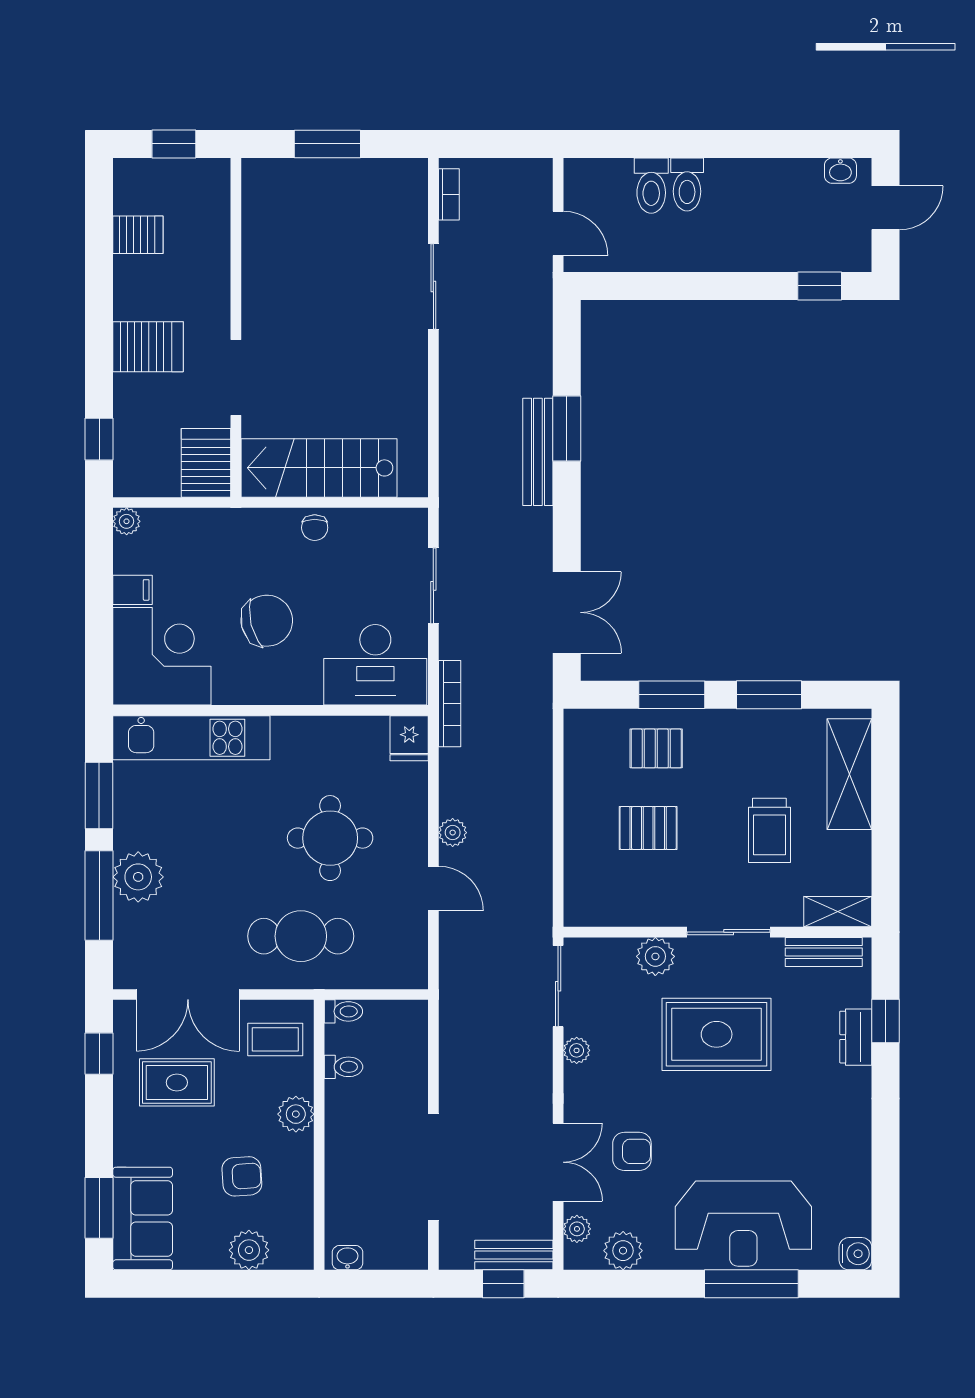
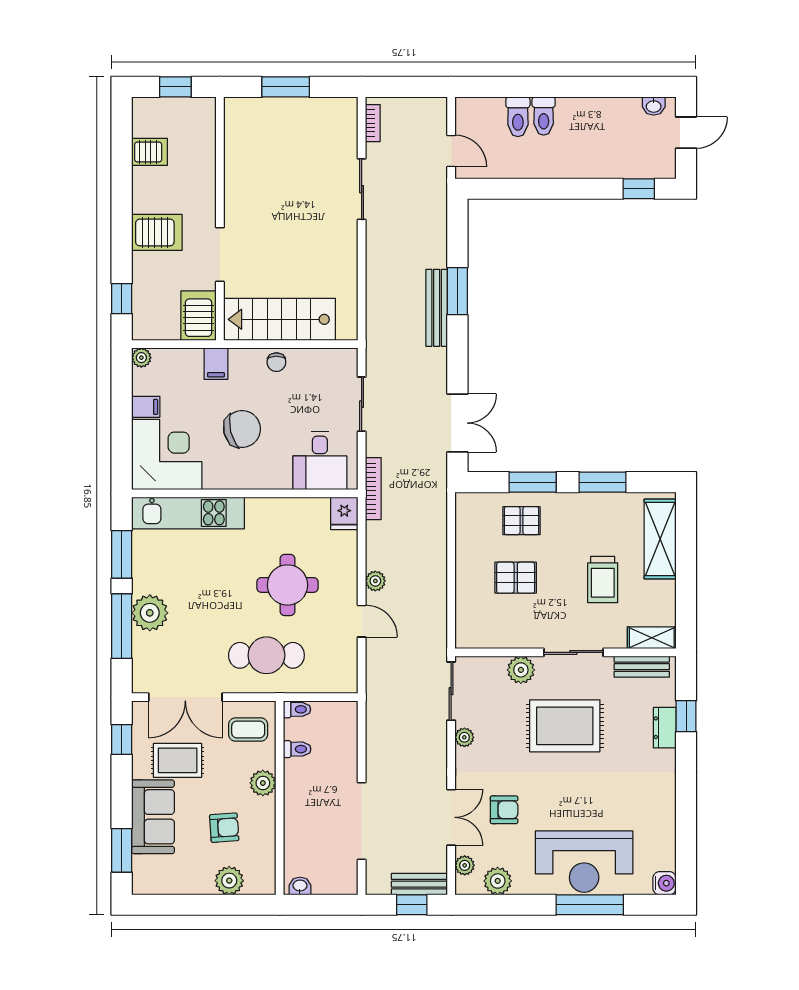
filing cabinet: (230, 530) -> (216, 364), added
desk: (375, 665) -> (320, 461), width x0.73
sofa: (143, 1219) -> (153, 817), moved

